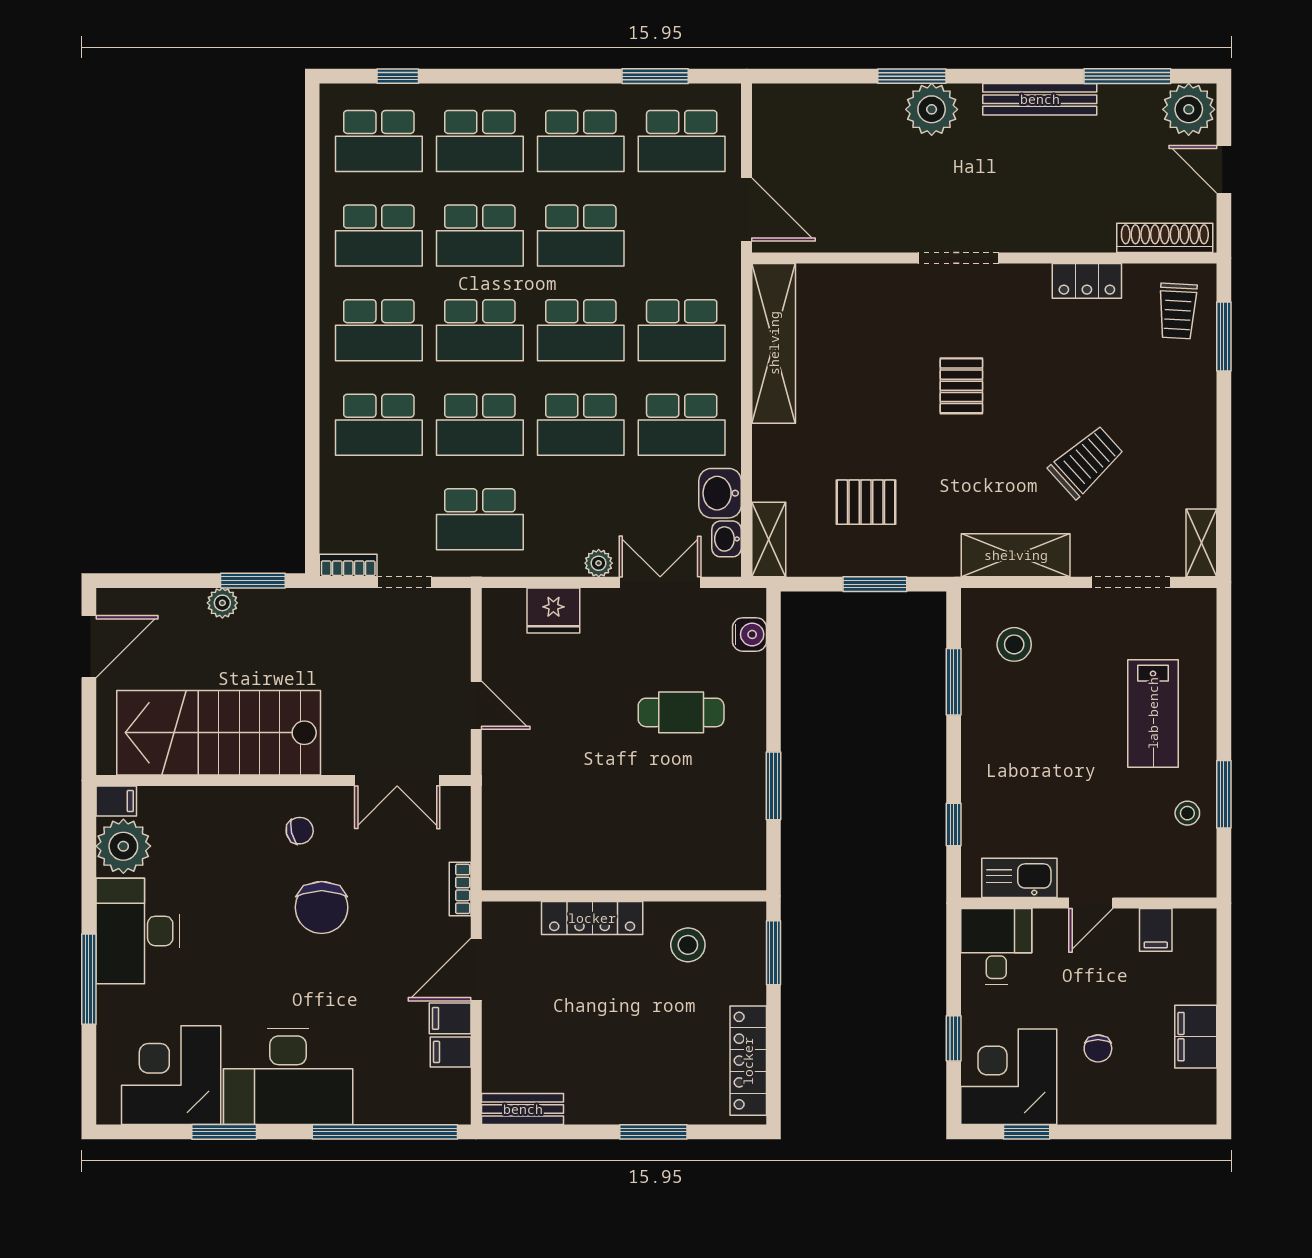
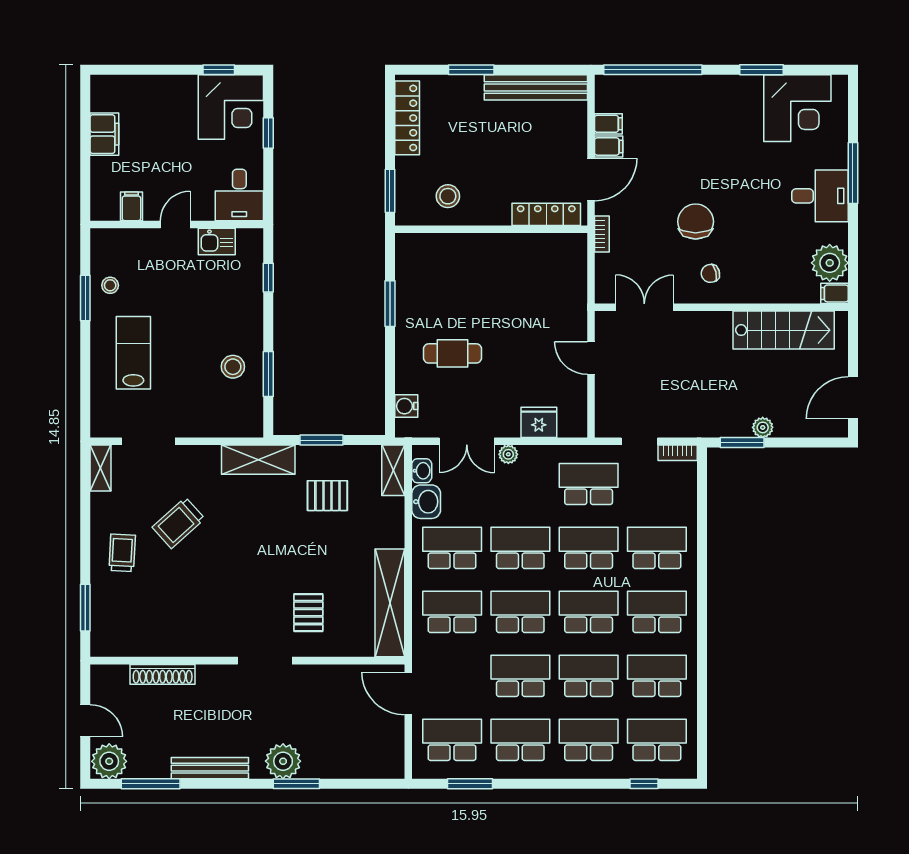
shoe rack: (1165, 238) -> (163, 674), moved
locker: (1087, 281) -> (178, 645), removed
trolley: (1178, 311) -> (122, 553), moved
pallet: (961, 386) -> (308, 613), moved
shelving: (1016, 555) -> (258, 460), moved
stool: (1014, 644) -> (233, 367), moved
stairs: (219, 733) -> (784, 330), width x0.73, depth x0.66
kitchen sink: (1019, 878) -> (217, 241), width x0.73
locker: (592, 918) -> (546, 214), moved
desk: (138, 931) -> (820, 196), width x0.73
chair: (1098, 1048) -> (171, 126), removed
desk: (288, 1076) -> (718, 107), removed
bench: (523, 1109) -> (536, 87), width x1.86, depth x1.21

